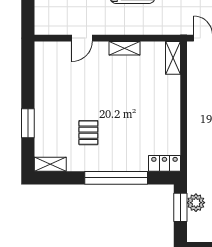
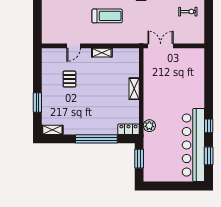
shelving: (173, 58) -> (134, 89), moved
pallet: (88, 133) -> (69, 79), moved
plant: (196, 203) -> (149, 126), moved

